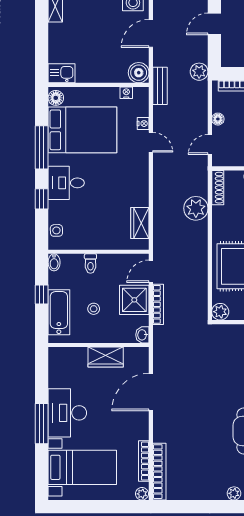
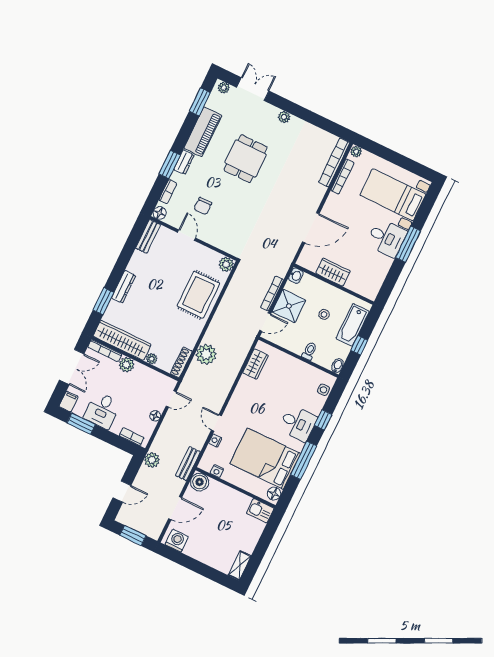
desk: (67, 413) -> (386, 238), width x0.73

